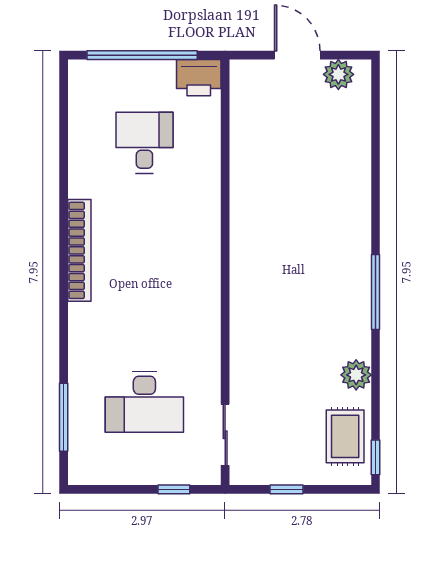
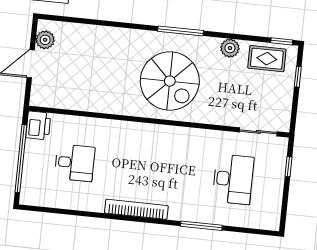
desk: (144, 143) -> (75, 163), turned 180
spiral stairs: (293, 283) -> (170, 81), added
window: (64, 417) -> (201, 226), moved
window: (287, 489) -> (298, 77), moved

